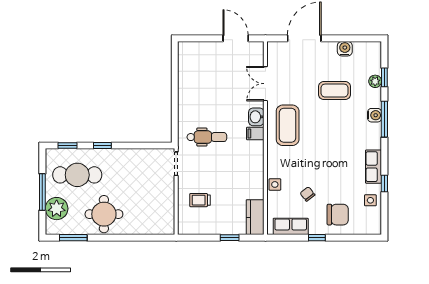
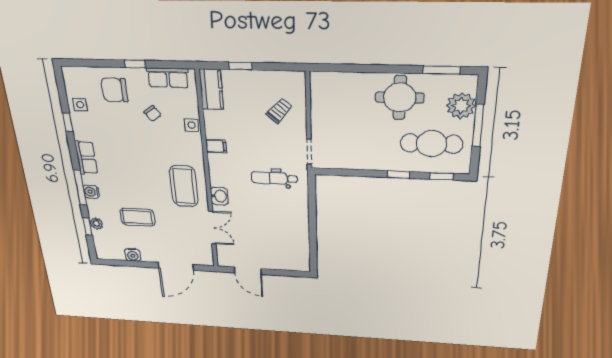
filing cabinet: (255, 134) -> (216, 146), moved
row of seats: (374, 167) -> (86, 158), moved
trolley: (200, 200) -> (279, 111), turned -49

